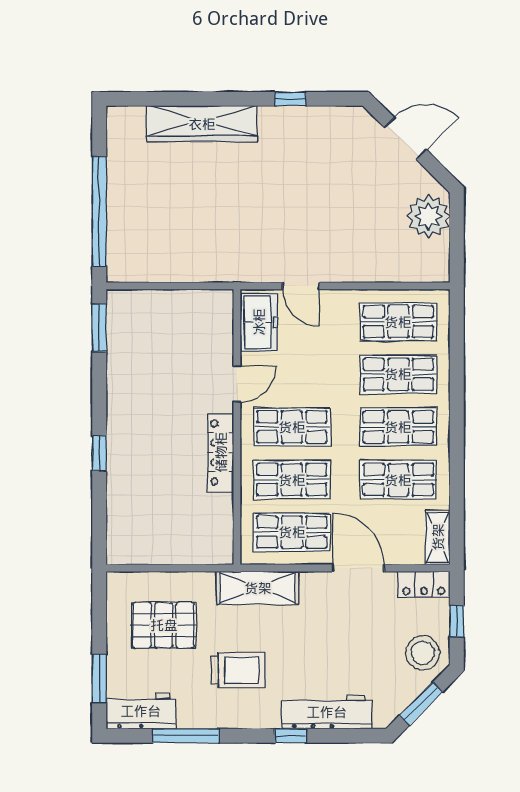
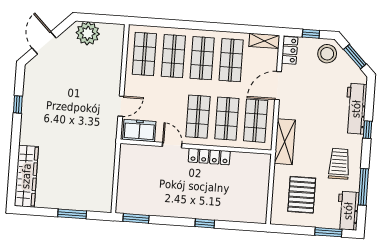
wardrobe: (202, 124) -> (26, 176), moved
window: (99, 212) -> (72, 214), width x0.47
trolley: (238, 670) -> (339, 164), moved

